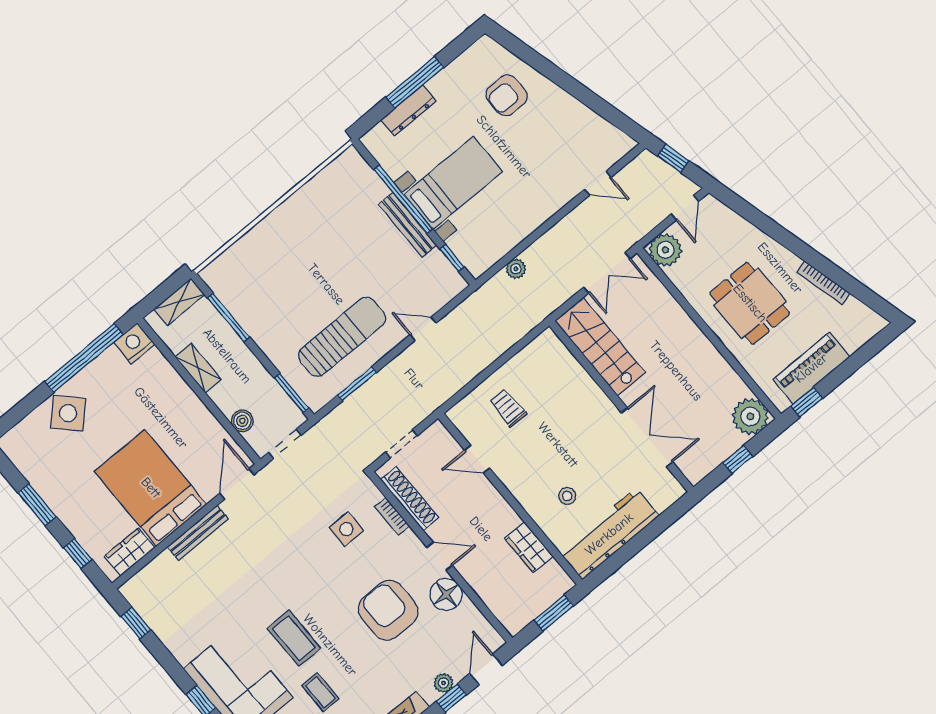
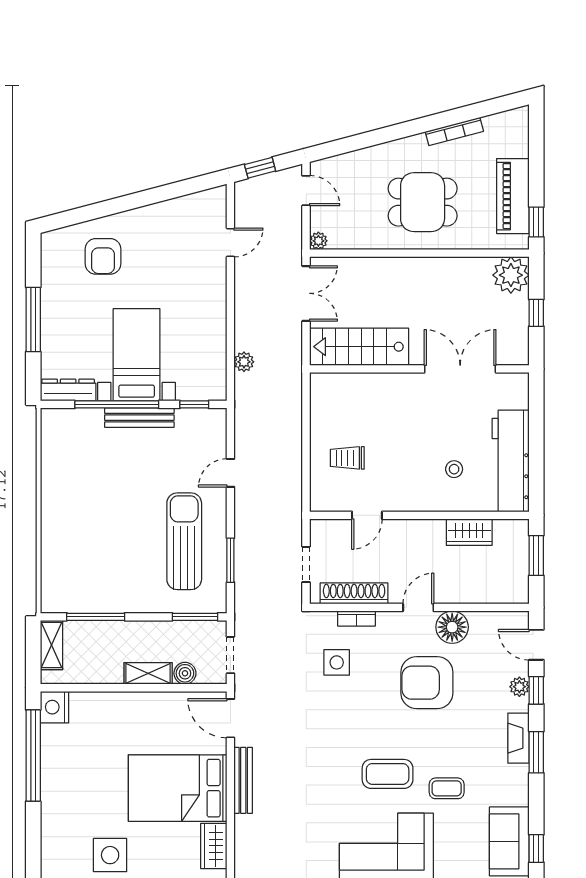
dresser: (409, 110) -> (68, 390), moved, turned -90
plant: (665, 250) -> (318, 241), width x0.53, depth x0.53
shelving: (198, 368) -> (148, 673), moved
side table: (68, 413) -> (110, 855), moved, turned 45

